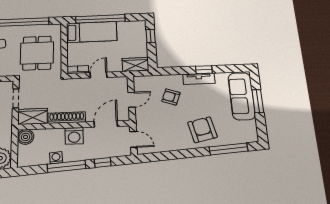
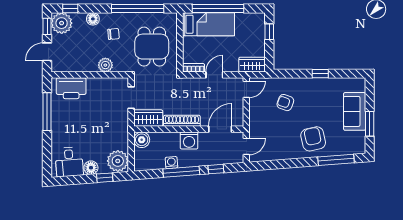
tv unit: (199, 79) -> (314, 84), removed
sofa: (242, 96) -> (355, 111), width x0.73
door: (131, 100) -> (246, 89), moved
window: (258, 101) -> (370, 124), moved
door: (133, 139) -> (246, 146), hinge flipped

